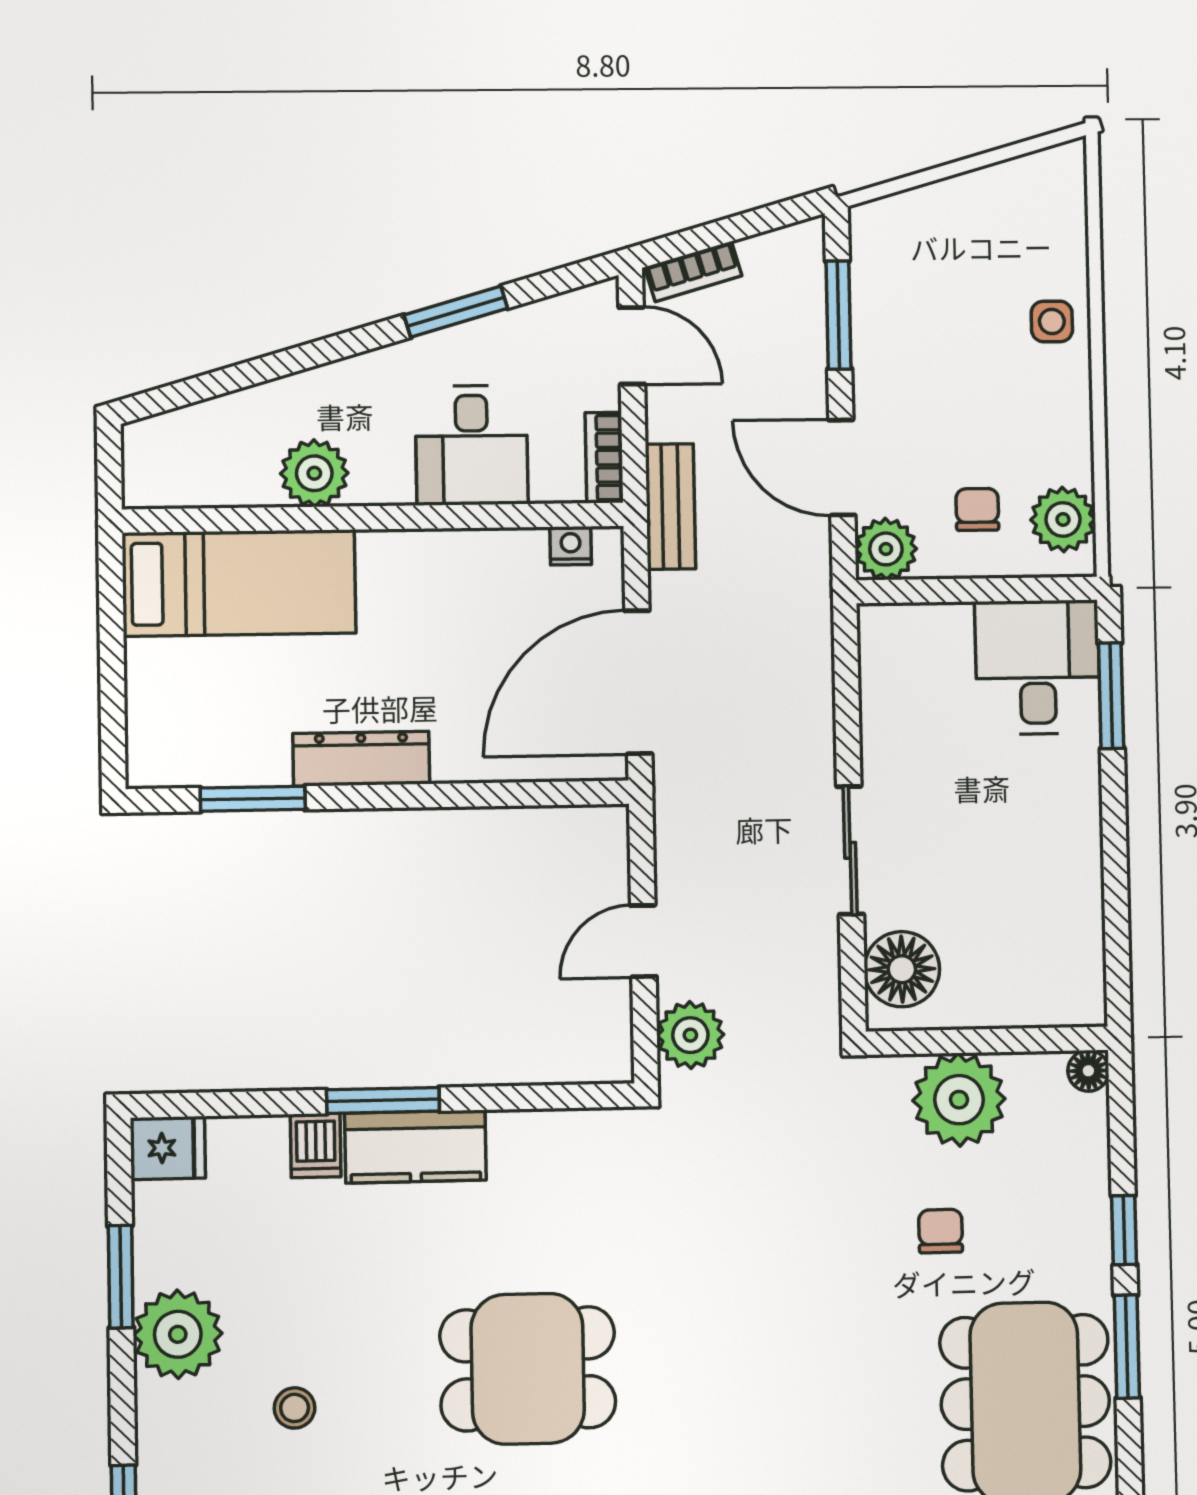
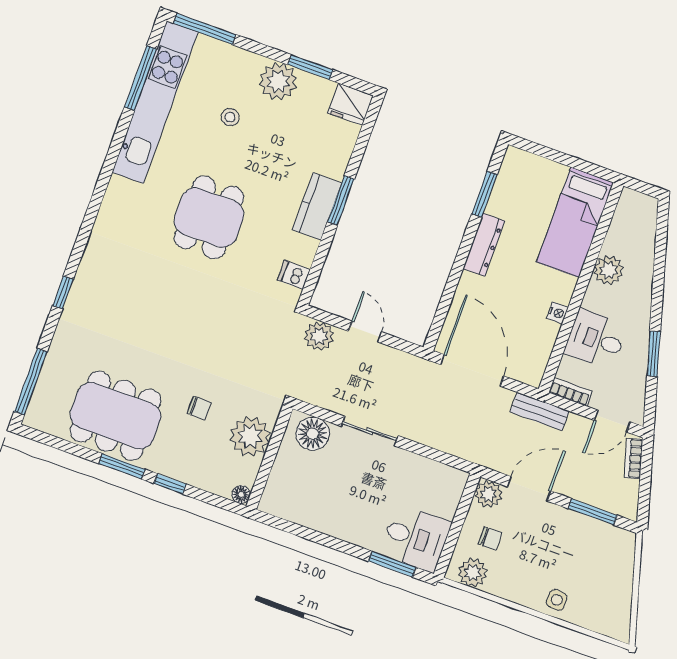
nightstand: (571, 546) -> (557, 313), moved
dishwasher: (316, 1146) -> (294, 275), moved
fridge: (168, 1148) -> (350, 104), width x1.38

